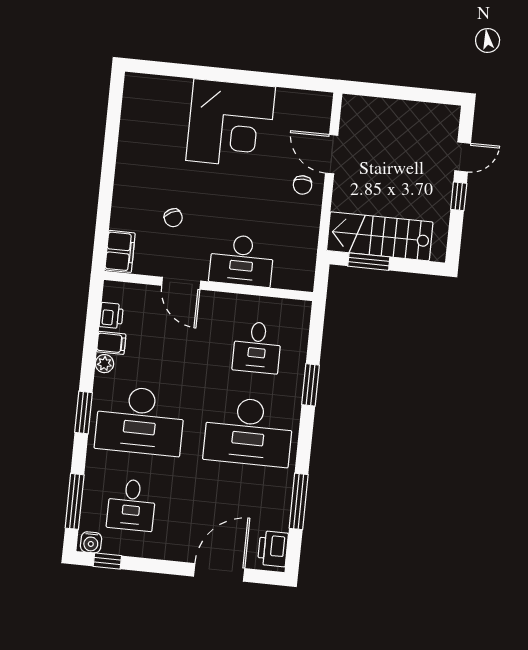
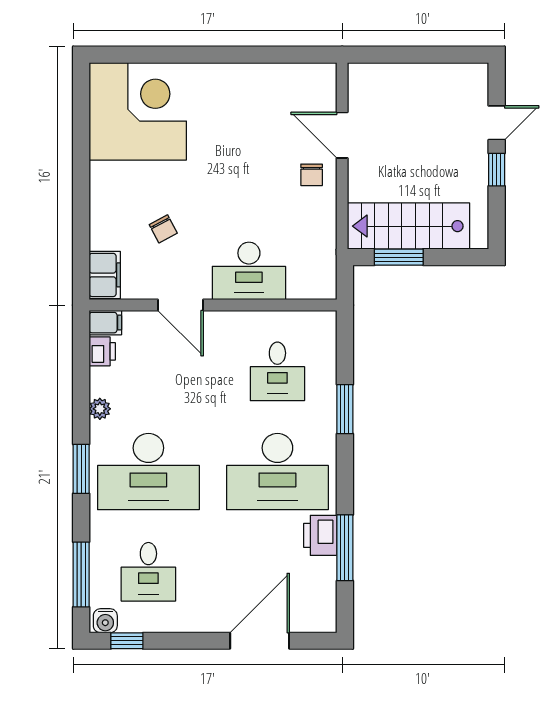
corner desk: (231, 124) -> (138, 111), moved, turned -90
filing cabinet: (111, 343) -> (105, 323), moved
printer: (273, 549) -> (320, 535), moved

